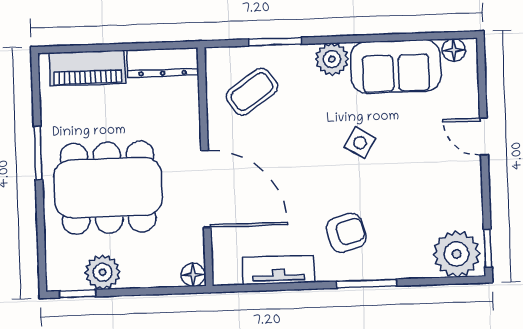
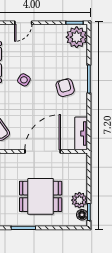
dining table: (108, 188) -> (41, 196), width x0.73
tv unit: (278, 270) -> (81, 133), moved
floor lamp: (193, 275) -> (82, 215), moved

